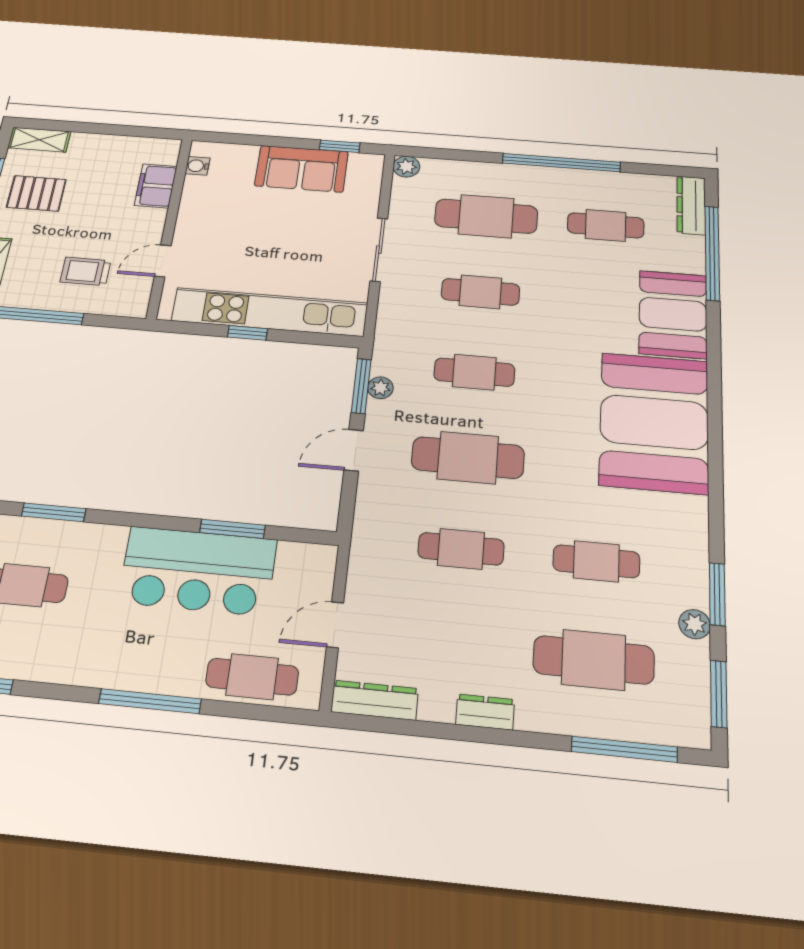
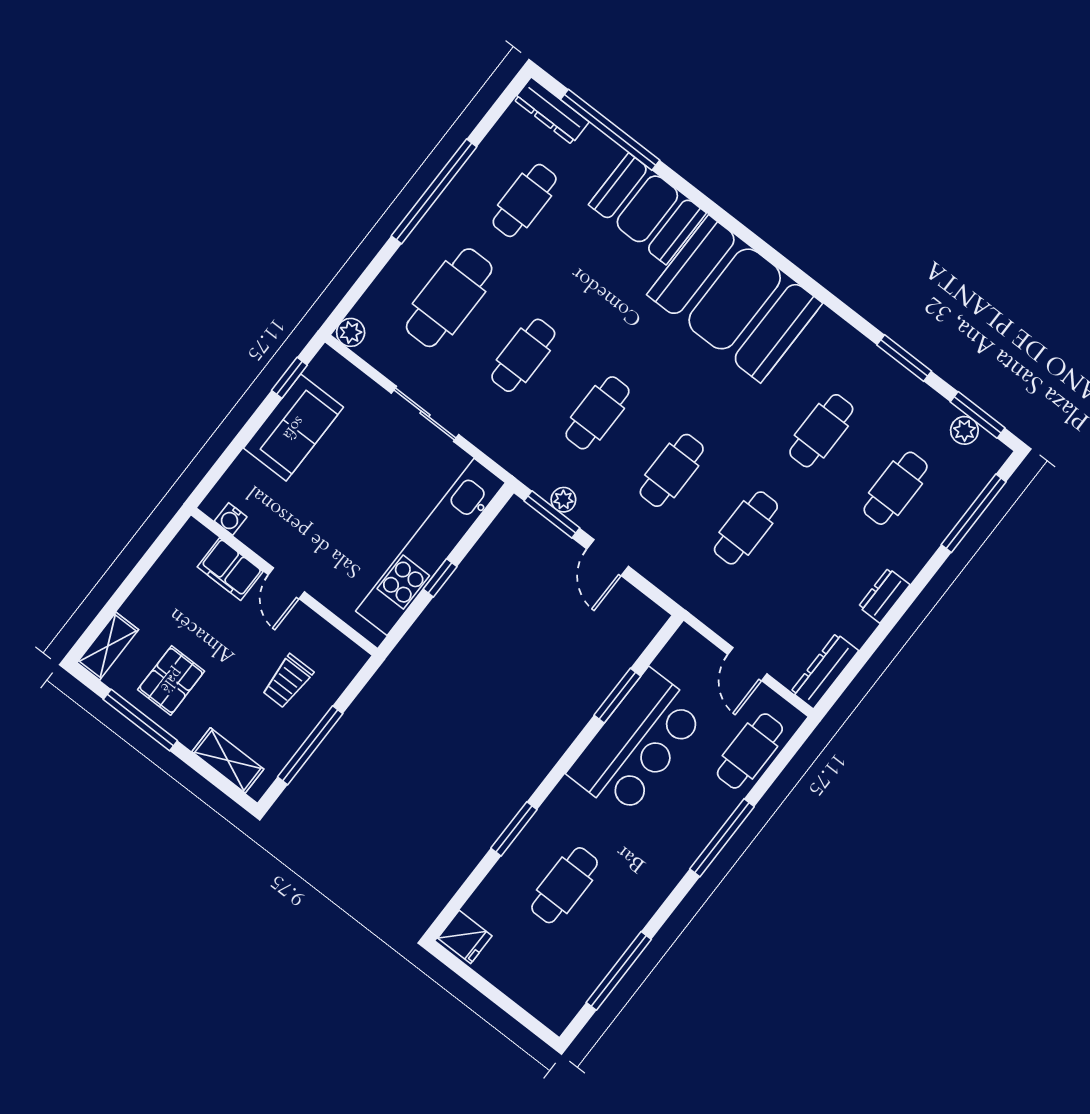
door: (163, 261) -> (286, 583), moved
cafe table: (468, 458) -> (672, 470), width x0.73, depth x0.74
plant: (695, 624) -> (964, 430), moved
cafe table: (594, 660) -> (896, 488), width x0.73, depth x0.74

